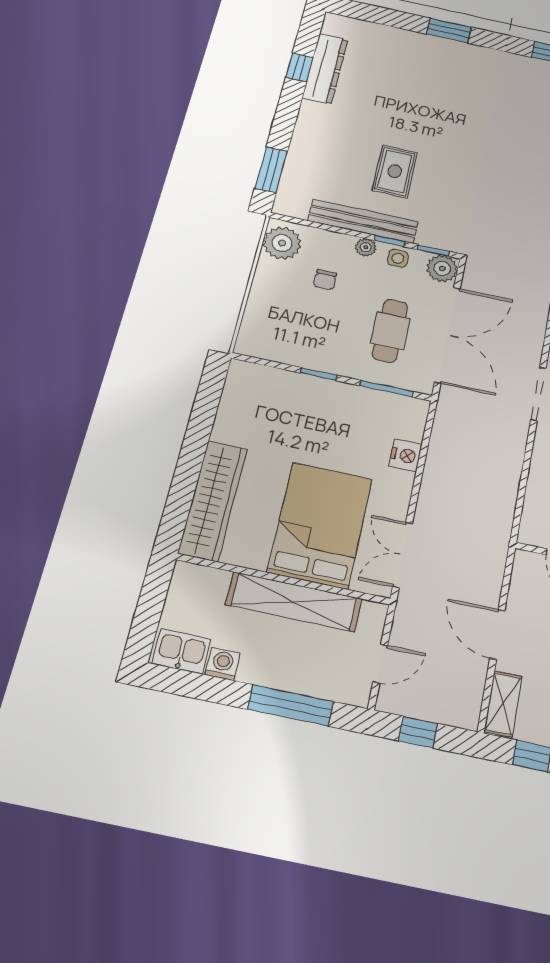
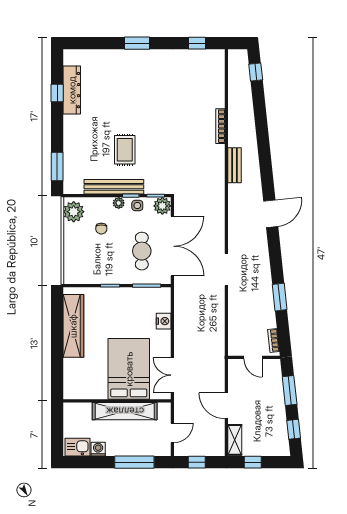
wardrobe: (213, 501) -> (73, 326), moved

